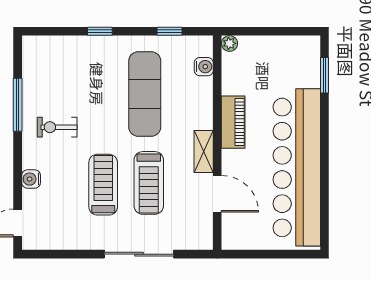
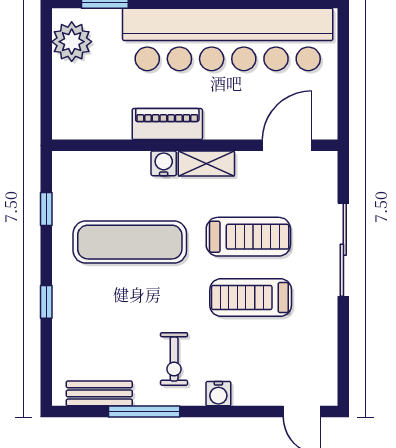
plant: (229, 43) -> (72, 42), moved, width x1.88, depth x1.88
water cooler: (204, 67) -> (164, 163), moved
bench: (31, 71) -> (99, 393), added
water cooler: (31, 179) -> (218, 394), moved
door: (217, 194) -> (287, 145), moved

